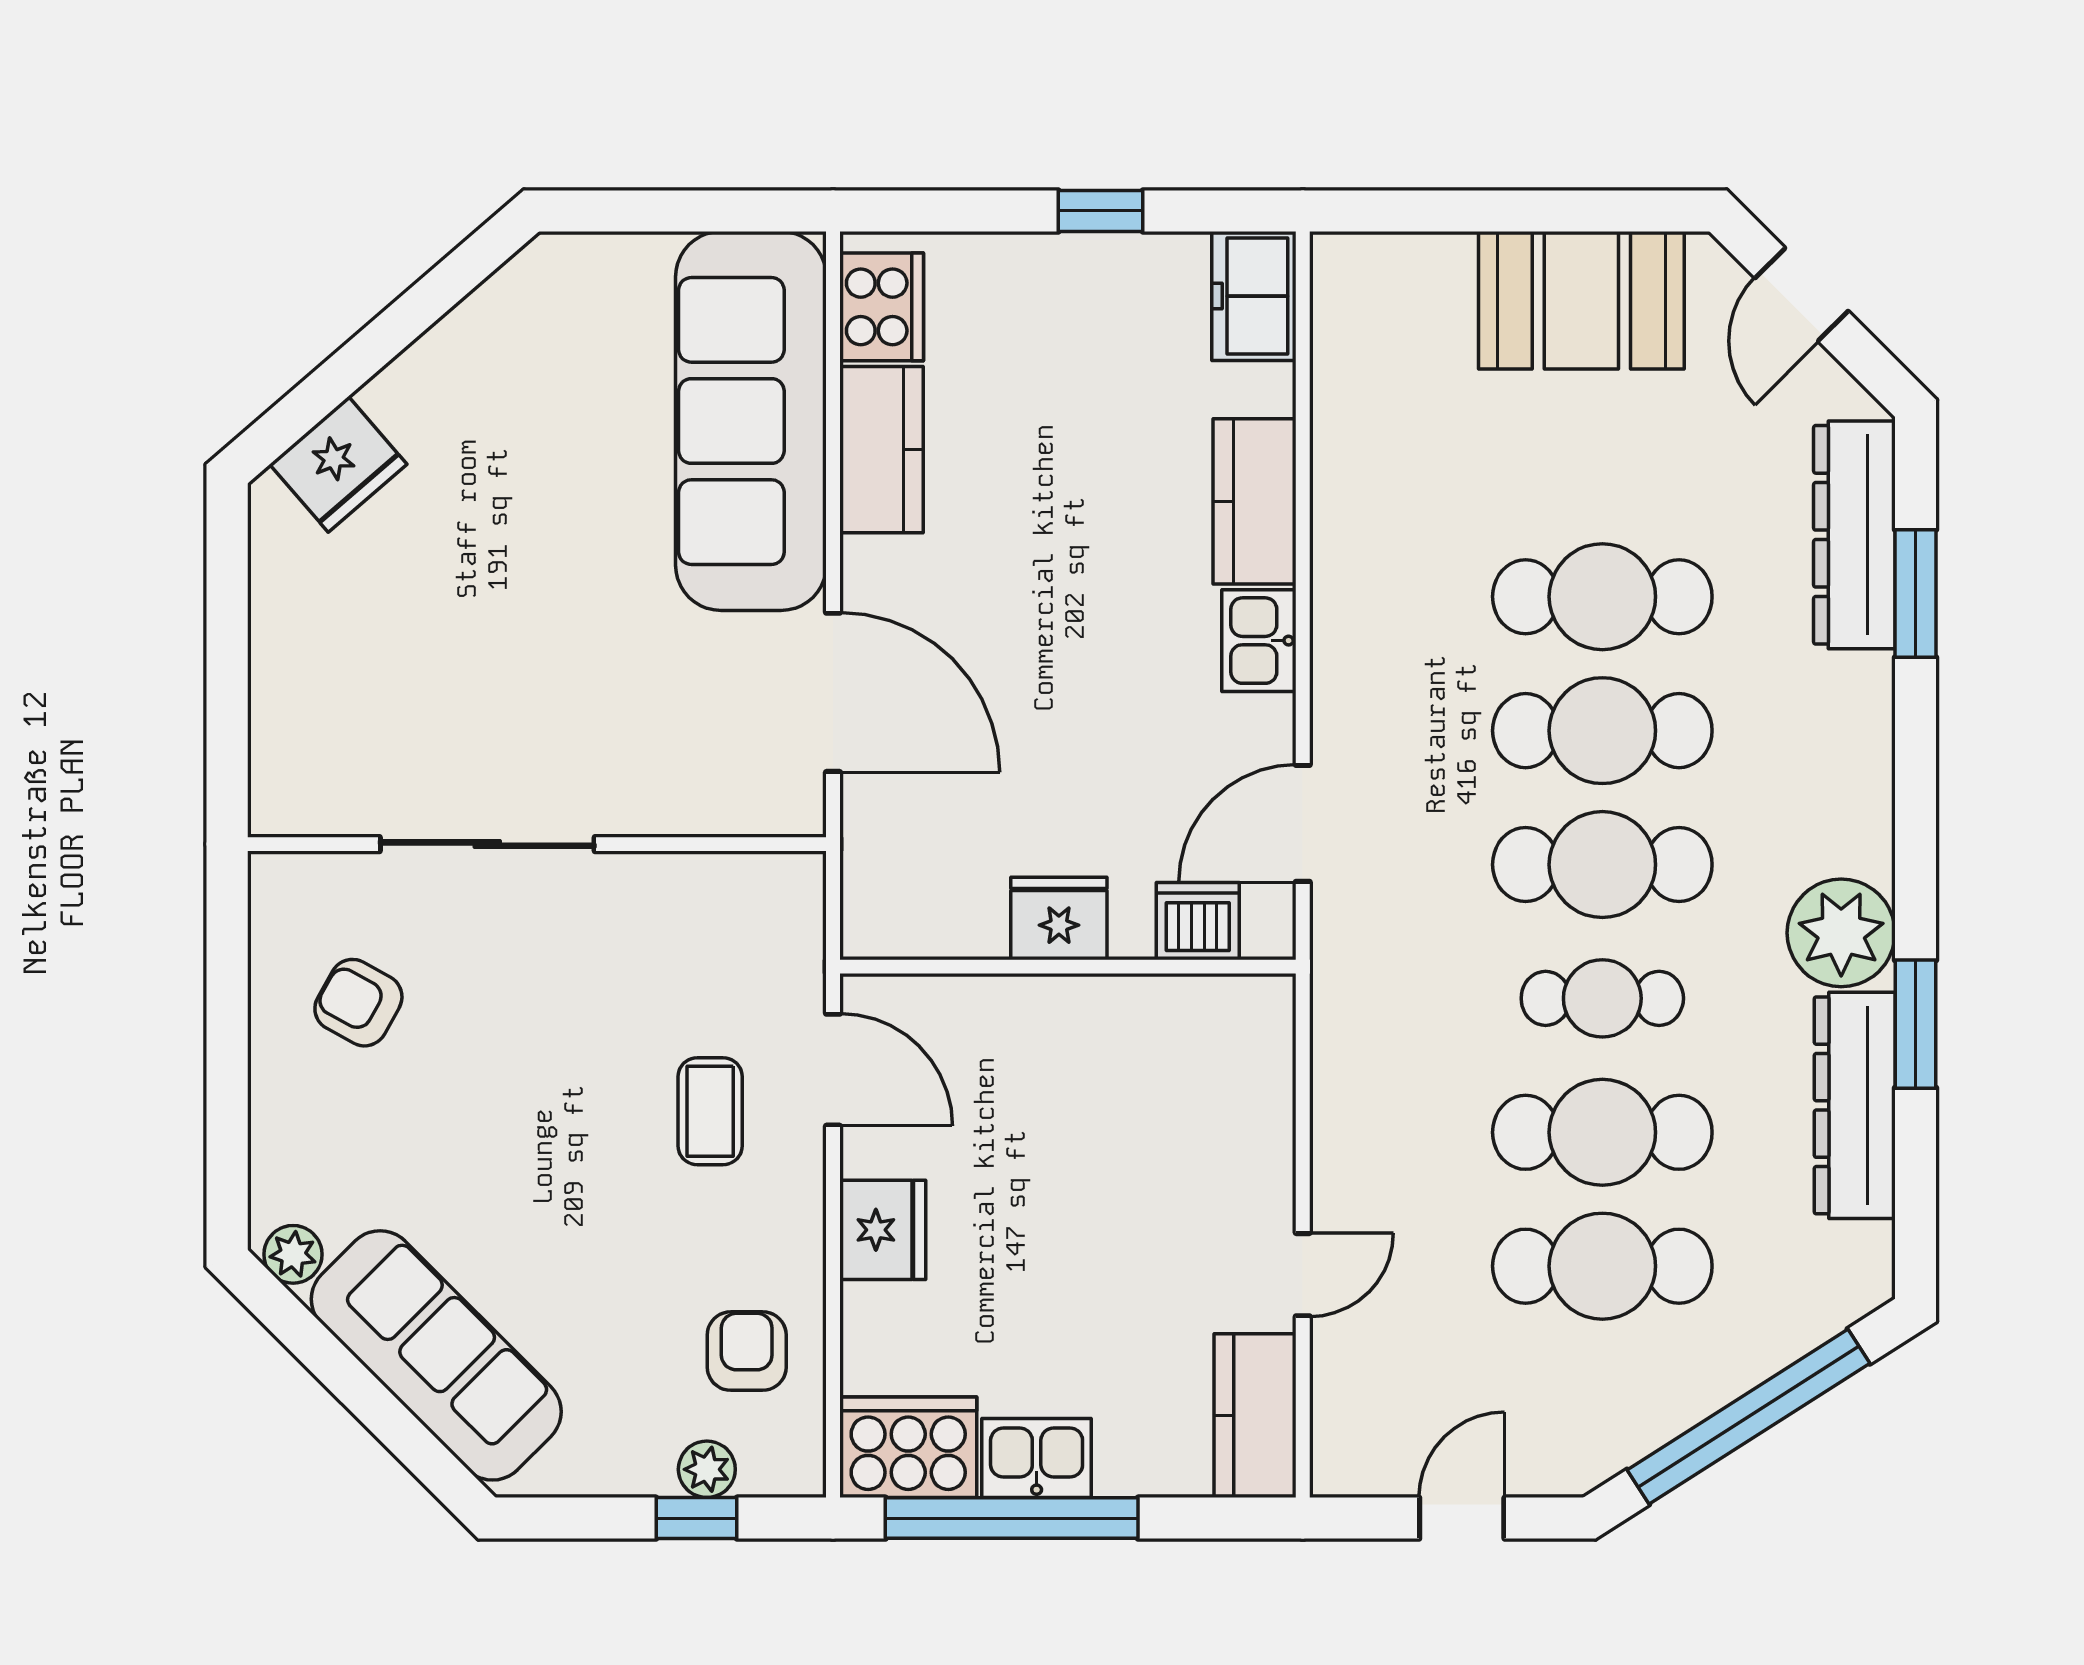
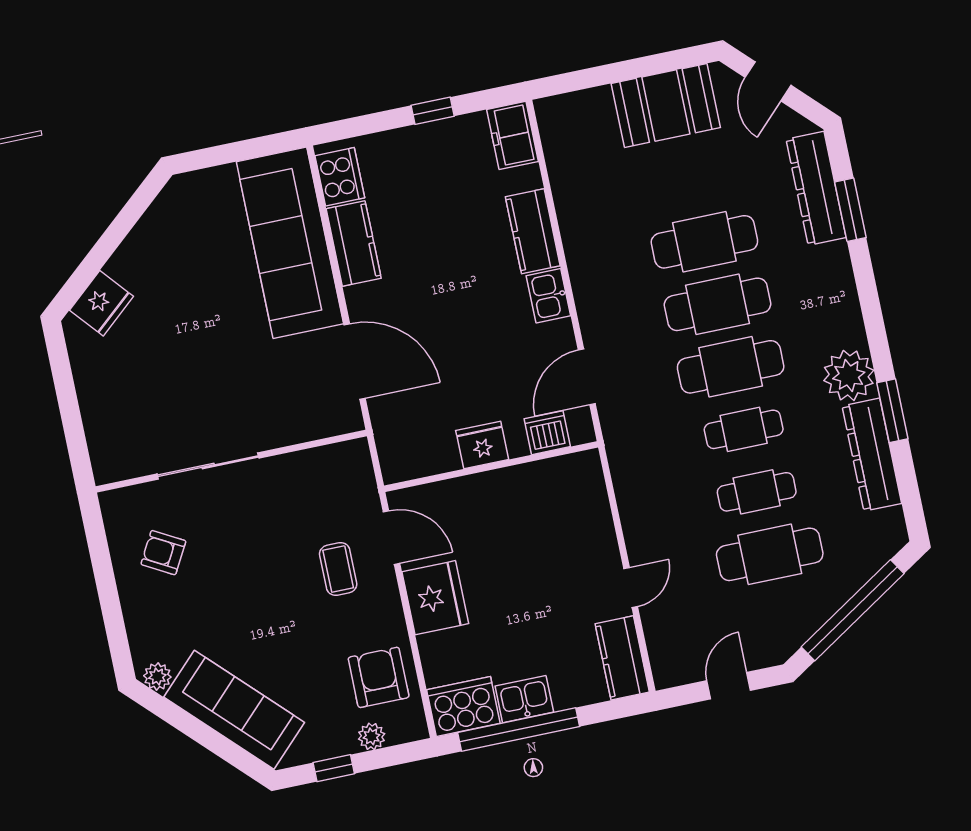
cafe table: (1602, 1132) -> (757, 492), width x0.73, depth x0.74
fridge: (883, 1230) -> (435, 598), width x1.36, depth x1.34
armchair: (747, 1351) -> (379, 677), width x1.38, depth x1.38
window: (697, 1518) -> (334, 768), moved

